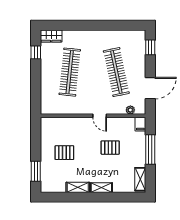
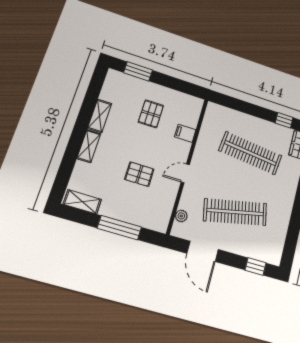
filing cabinet: (140, 124) -> (185, 133), moved
pallet: (110, 148) -> (139, 174), turned 90

